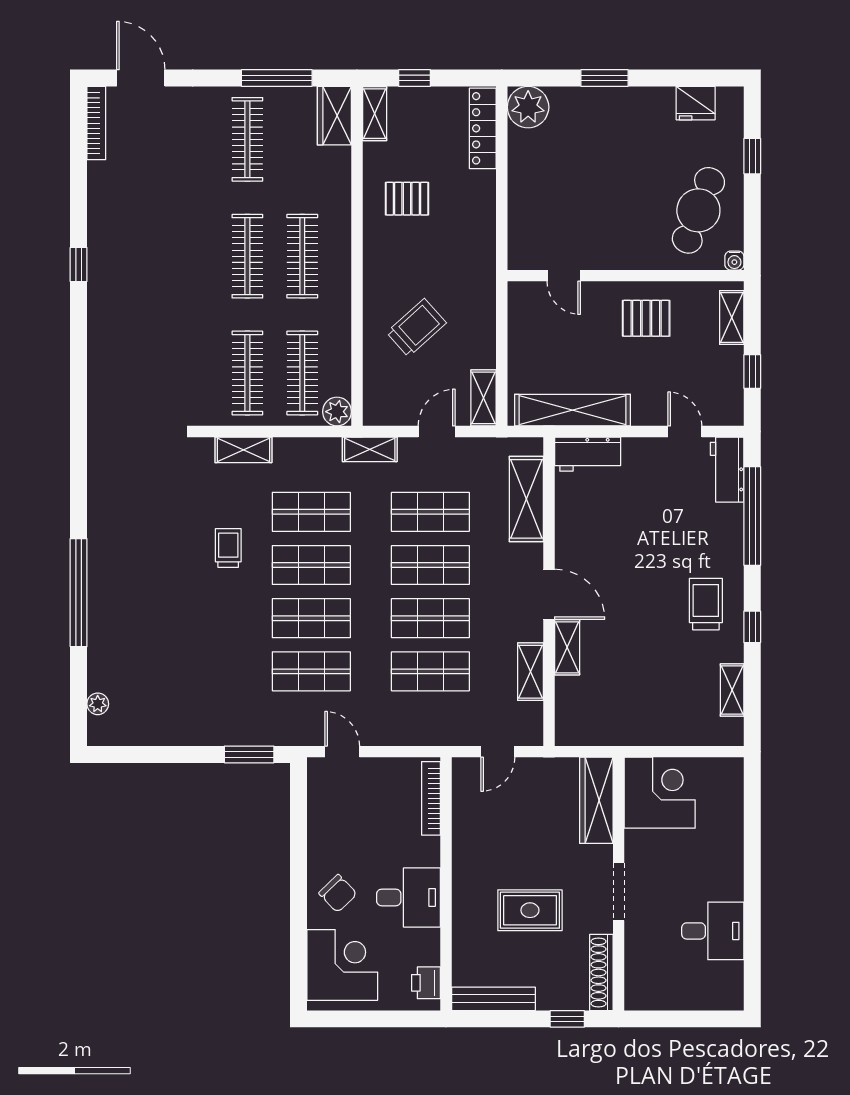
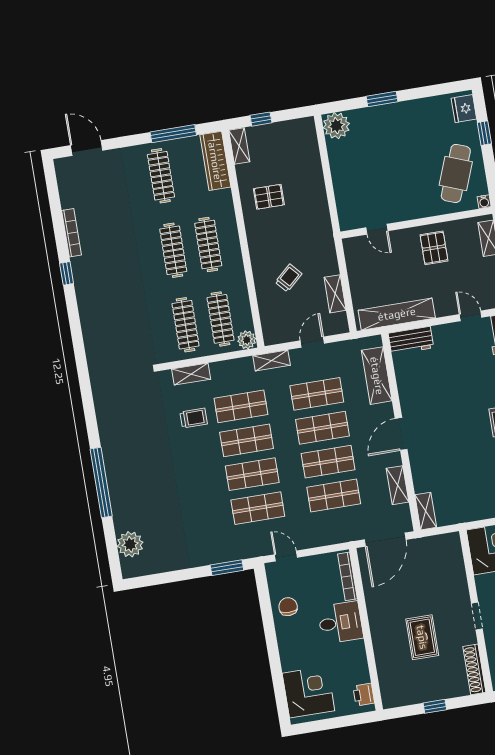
fridge: (696, 103) -> (464, 109), moved, turned 90
wardrobe: (334, 116) -> (215, 161), width x1.50
bookcase: (96, 123) -> (71, 233), moved
locker: (483, 128) -> (310, 144), removed
pallet: (646, 318) -> (434, 248), turned 90
trolley: (416, 328) -> (288, 278), width x0.73, depth x0.72
shelving: (484, 398) -> (335, 294), moved
trolley: (228, 548) -> (194, 418), moved, turned 90
door: (549, 594) -> (401, 434), swing flipped
shelving: (567, 647) -> (426, 511), moved
plant: (98, 704) -> (130, 544), width x1.87, depth x1.87
door: (498, 752) -> (385, 540), width x1.88
wardrobe: (596, 800) -> (453, 560), removed
doorway: (619, 892) -> (477, 616), width x0.73
chair: (338, 893) -> (288, 607), moved, turned -135
desk: (409, 897) -> (340, 623), moved
rug: (530, 910) -> (422, 637), turned 90
bench: (493, 999) -> (408, 698), removed
window: (567, 1019) -> (435, 706), moved

